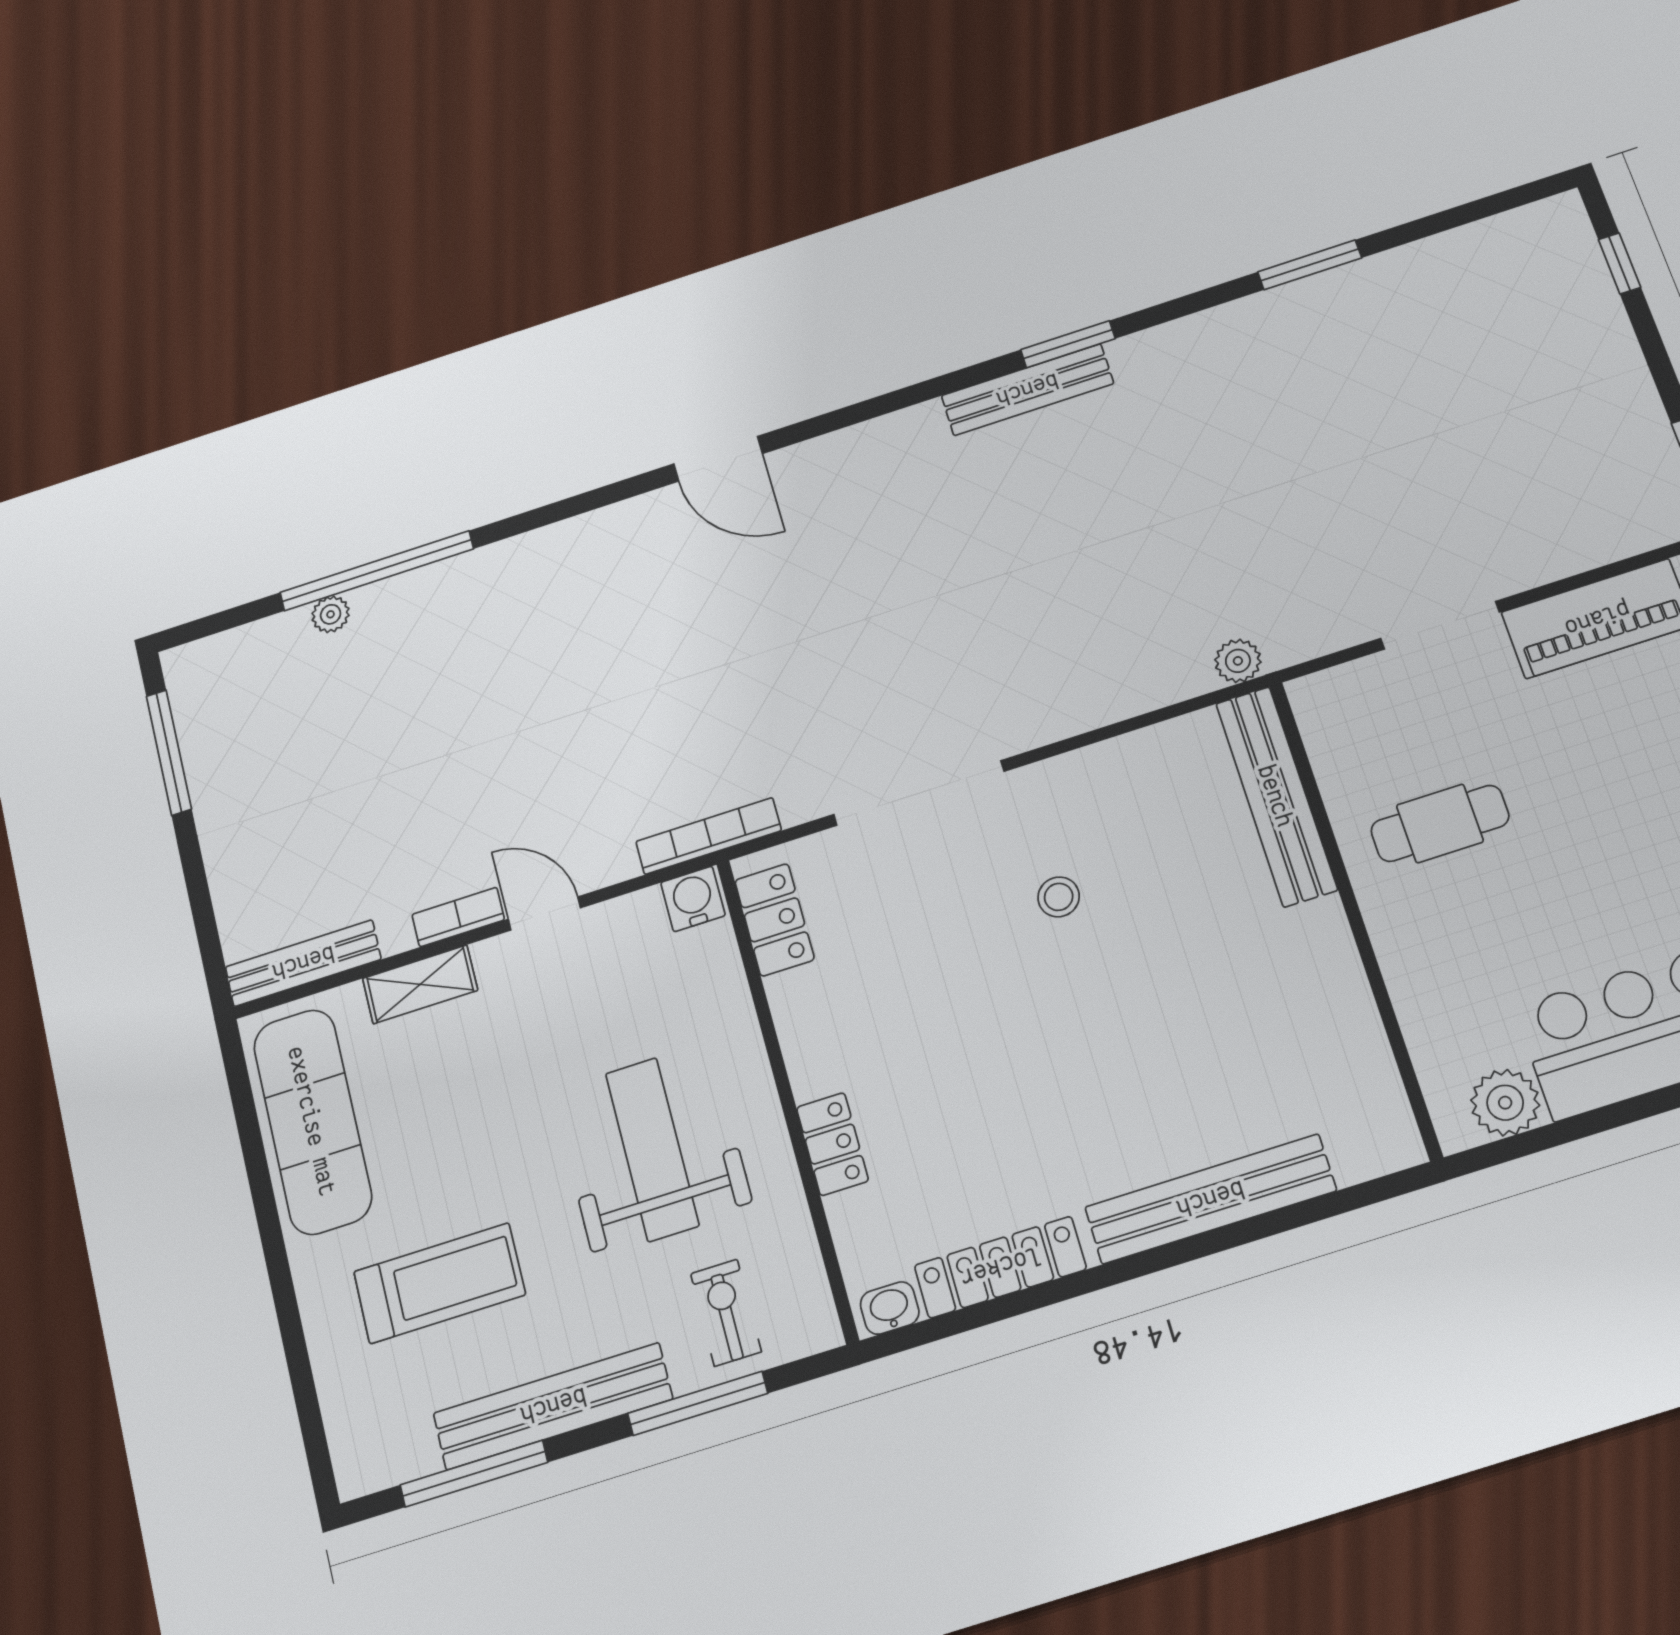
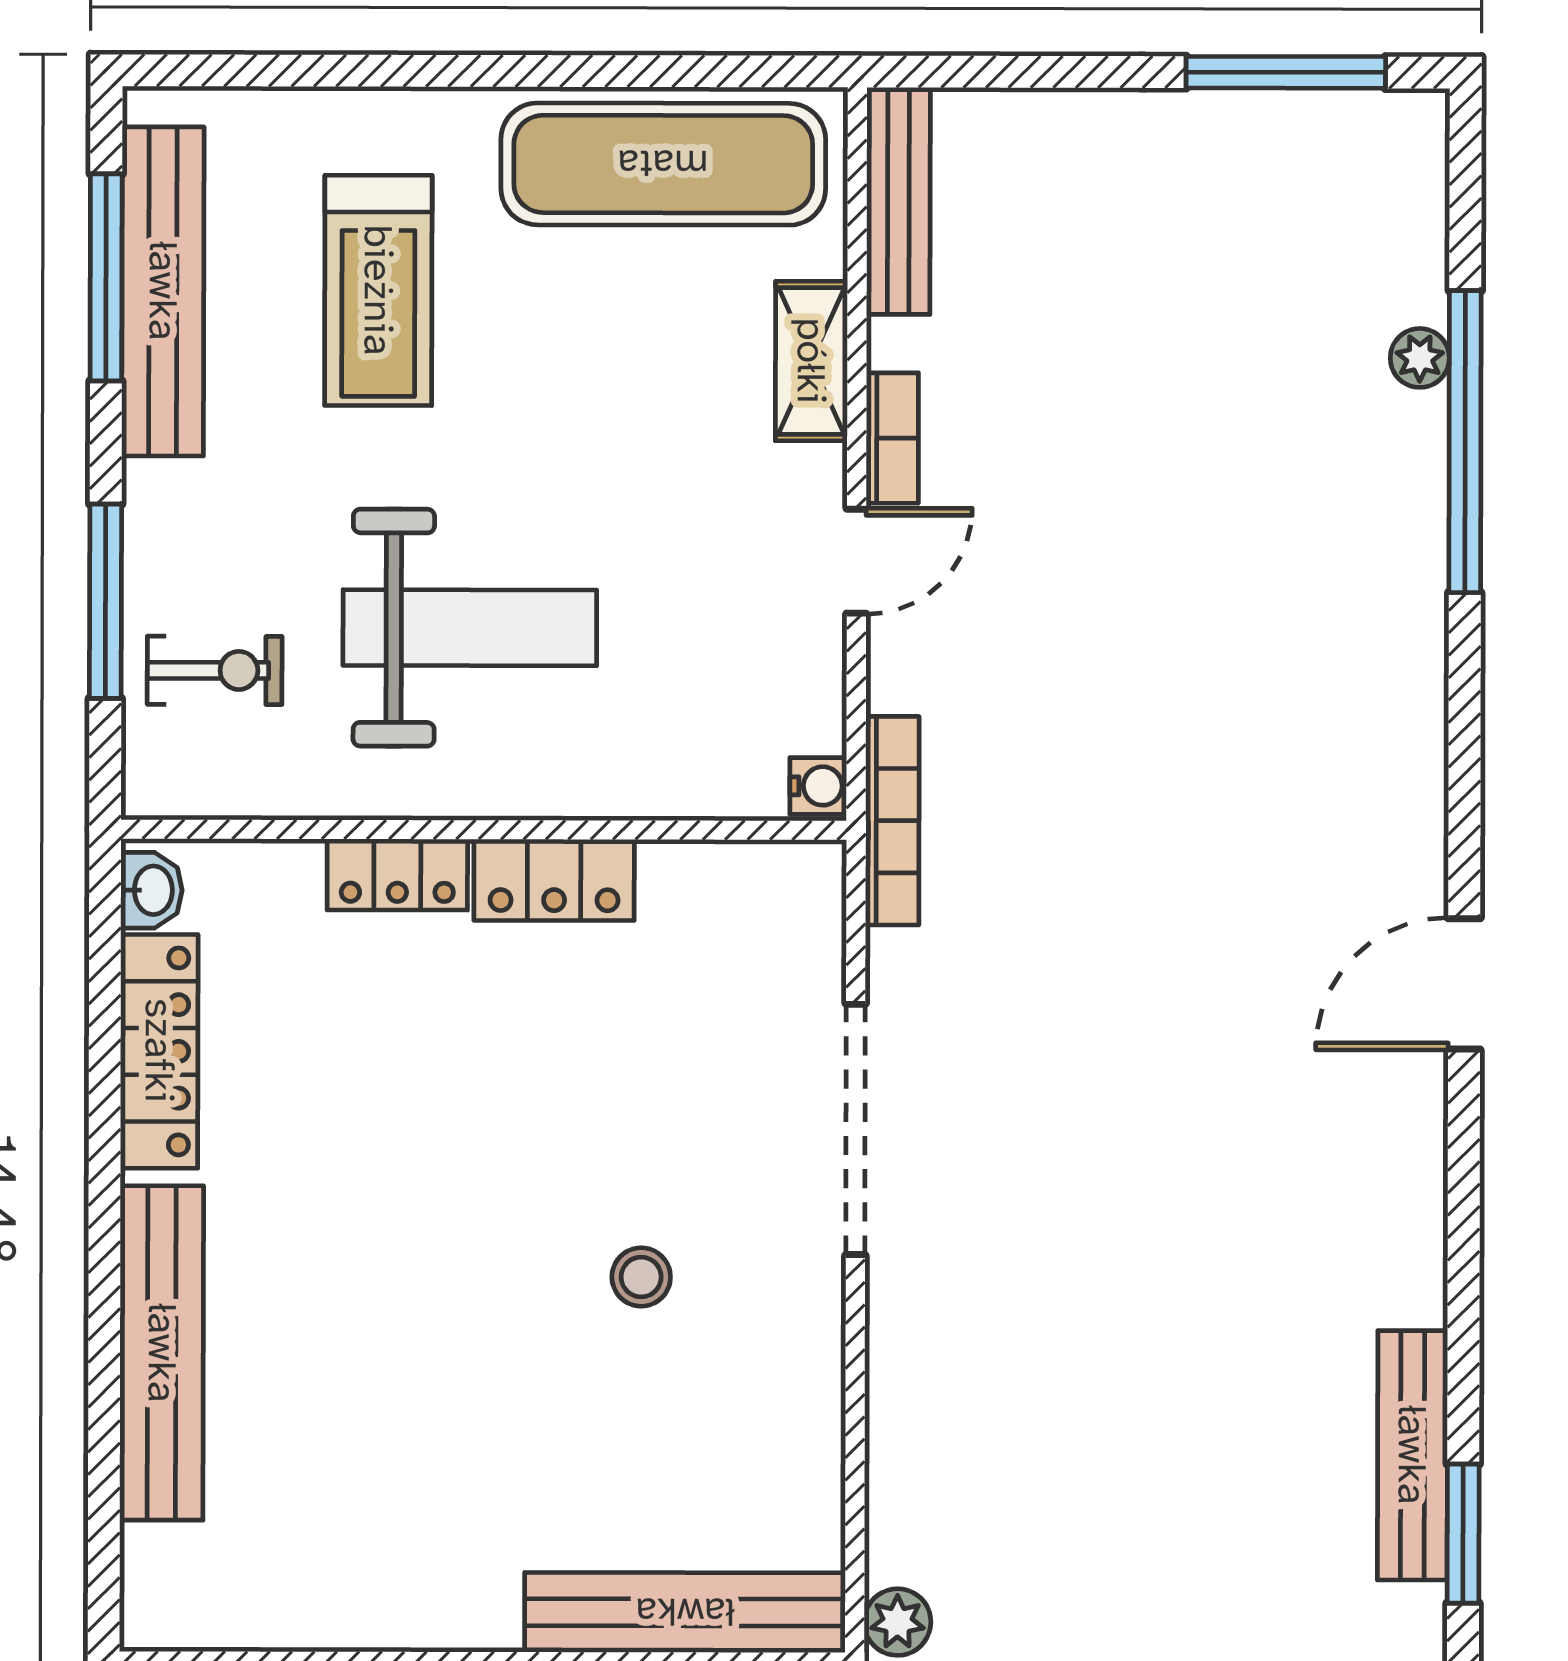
water cooler: (693, 899) -> (818, 786), width x0.72, depth x0.72
locker: (774, 920) -> (554, 880), moved
bench: (553, 1406) -> (163, 291), moved

